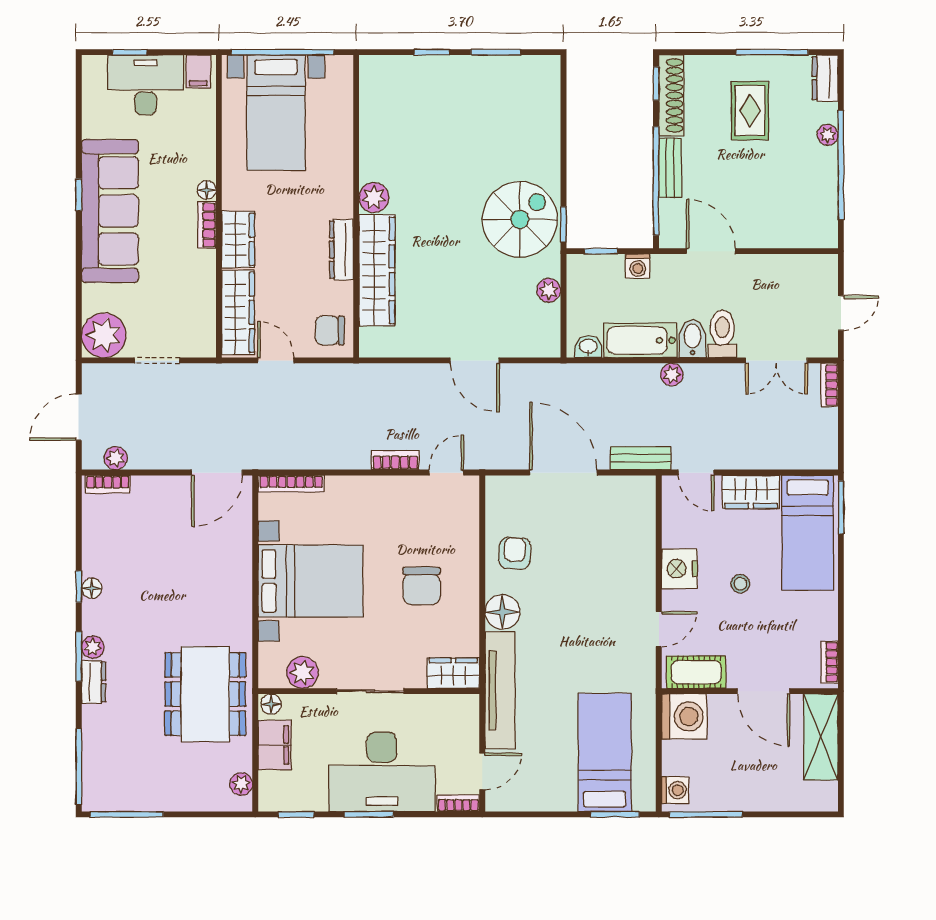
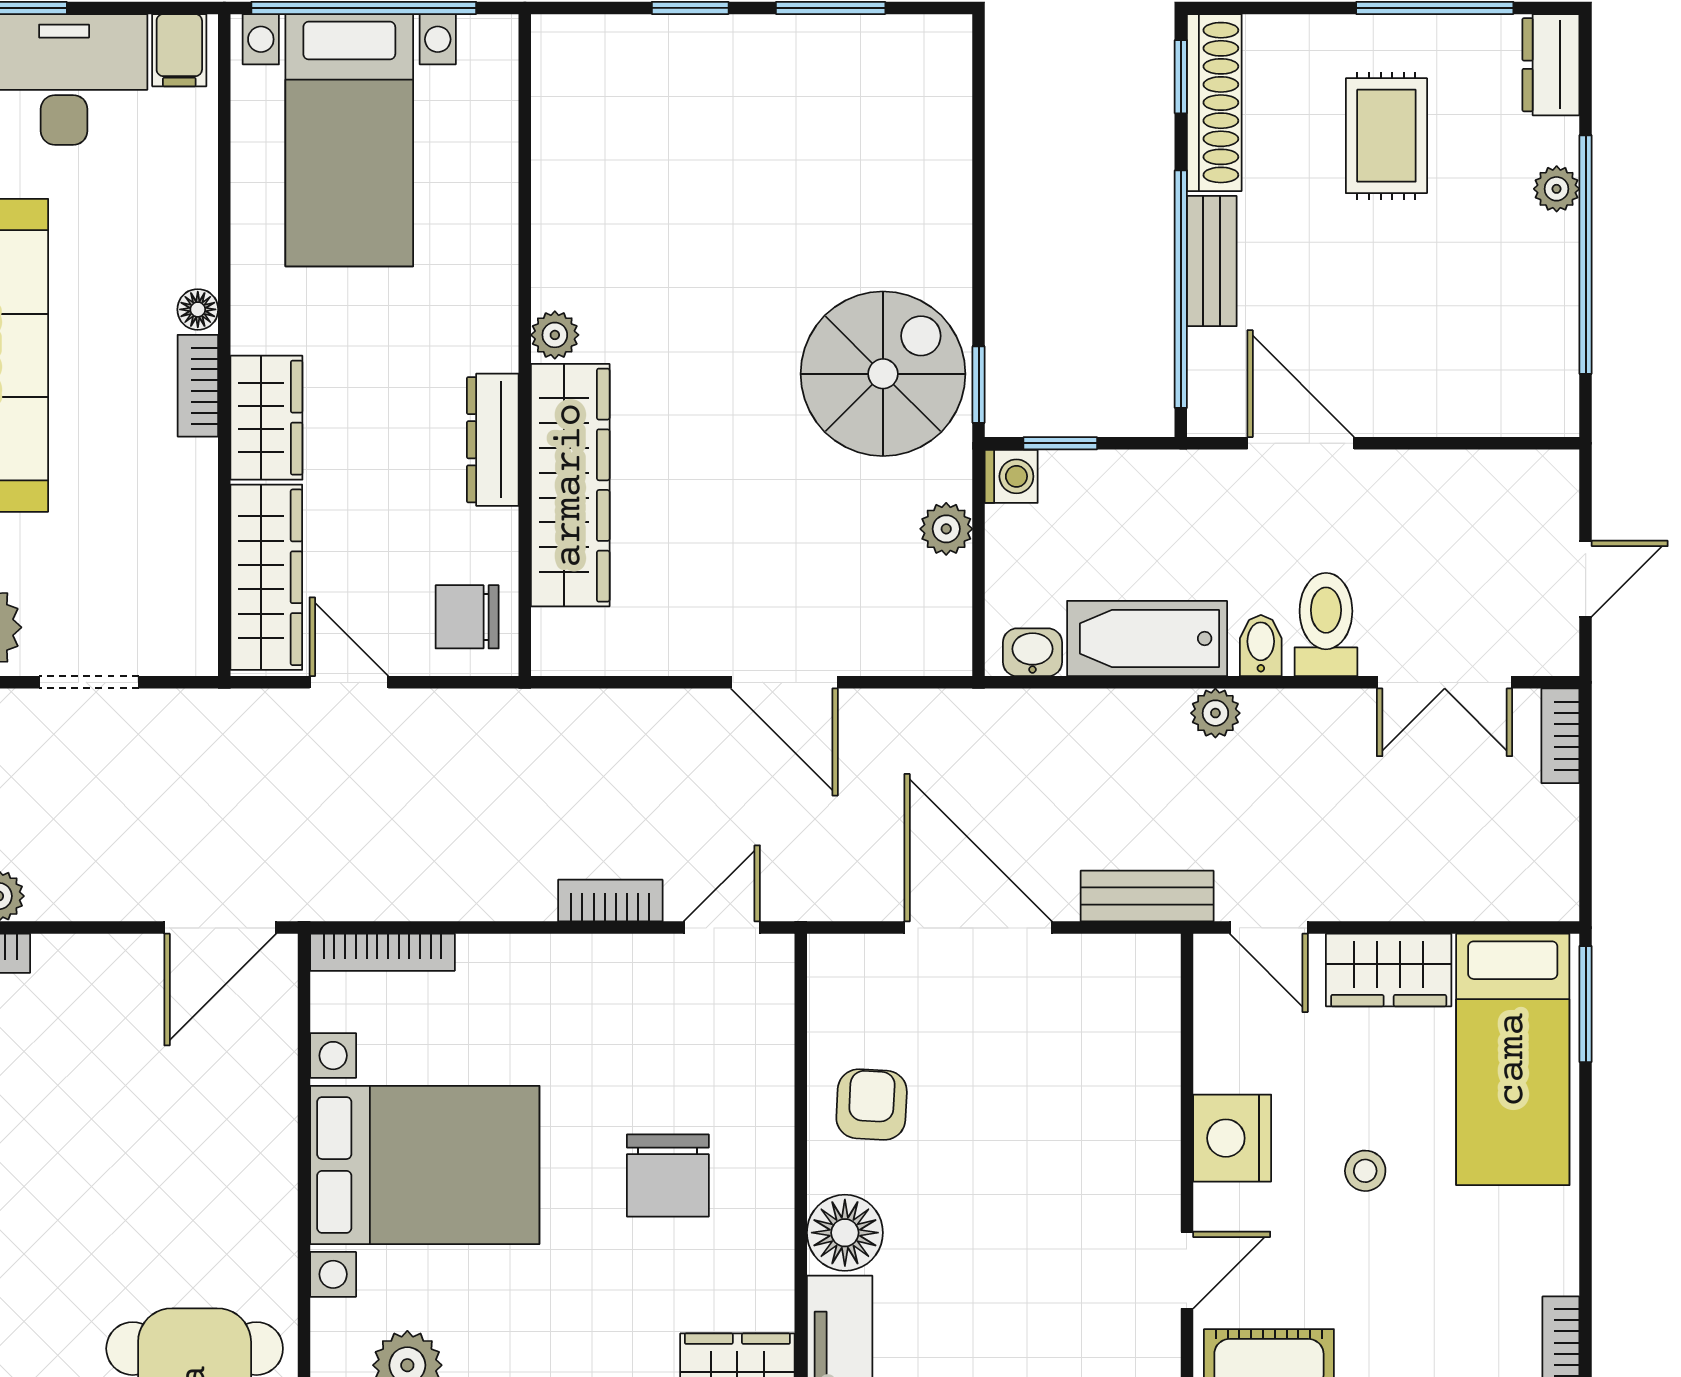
plant: (374, 198) -> (555, 335), width x0.73, depth x0.73
washing machine: (638, 266) -> (1011, 476), moved, turned -90
bidet: (693, 339) -> (1261, 646), width x0.72, depth x0.74

